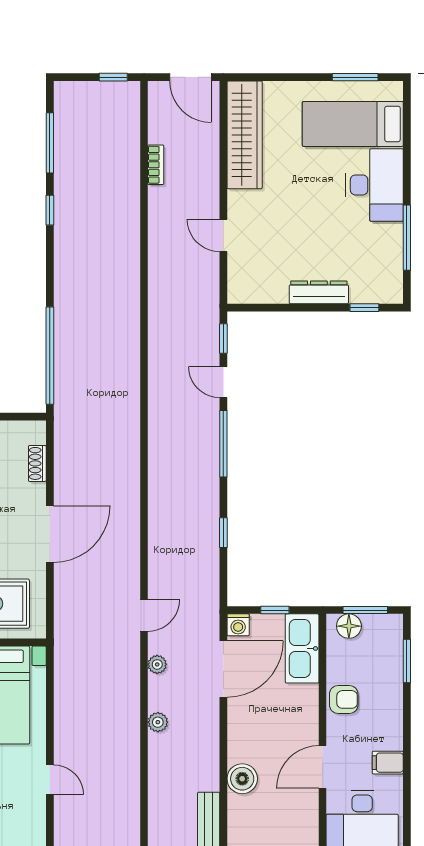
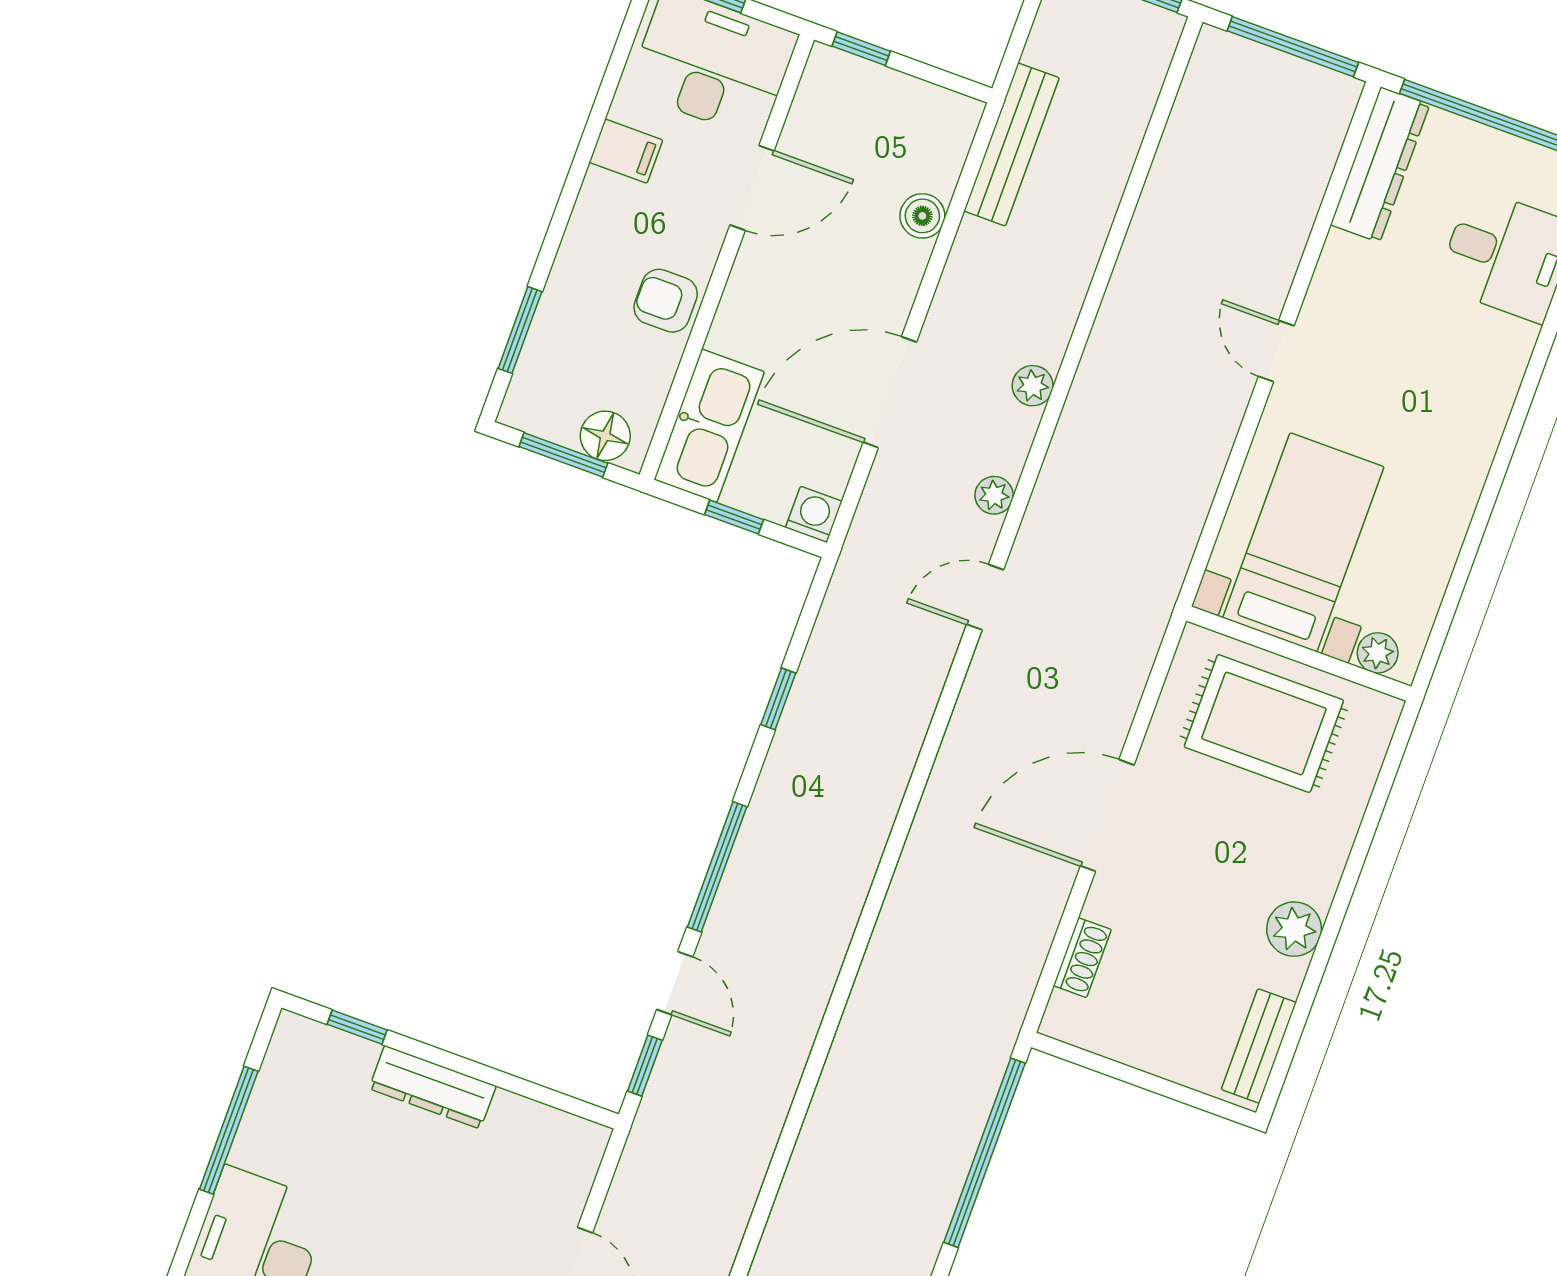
door: (223, 669) -> (890, 392), moved
boiler: (242, 779) -> (922, 216), width x0.73, depth x0.73

